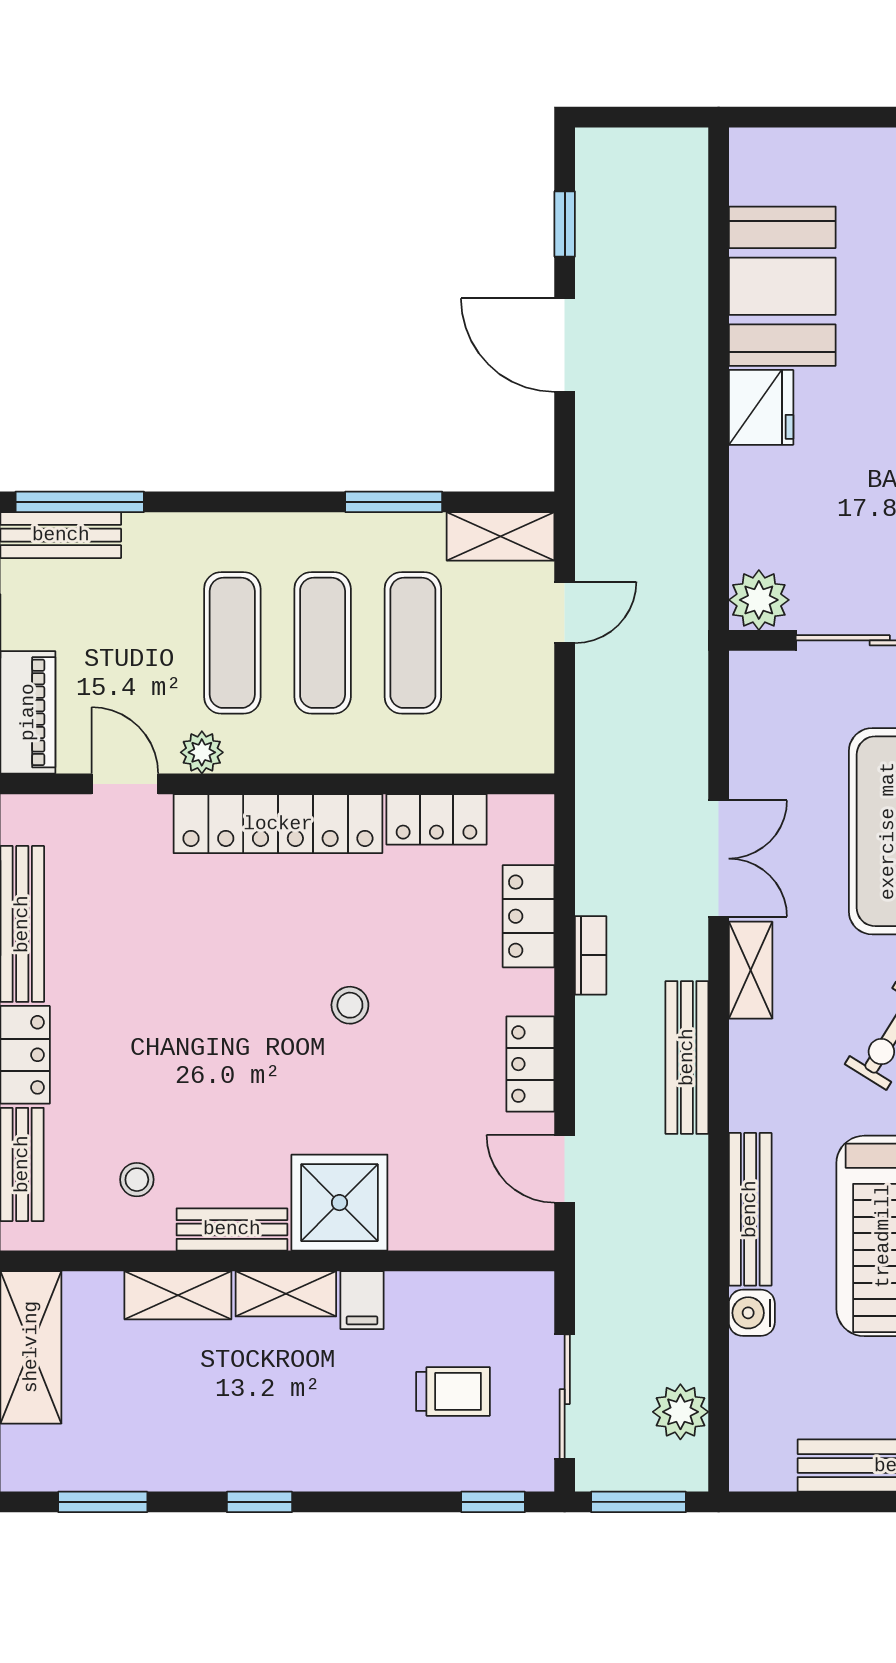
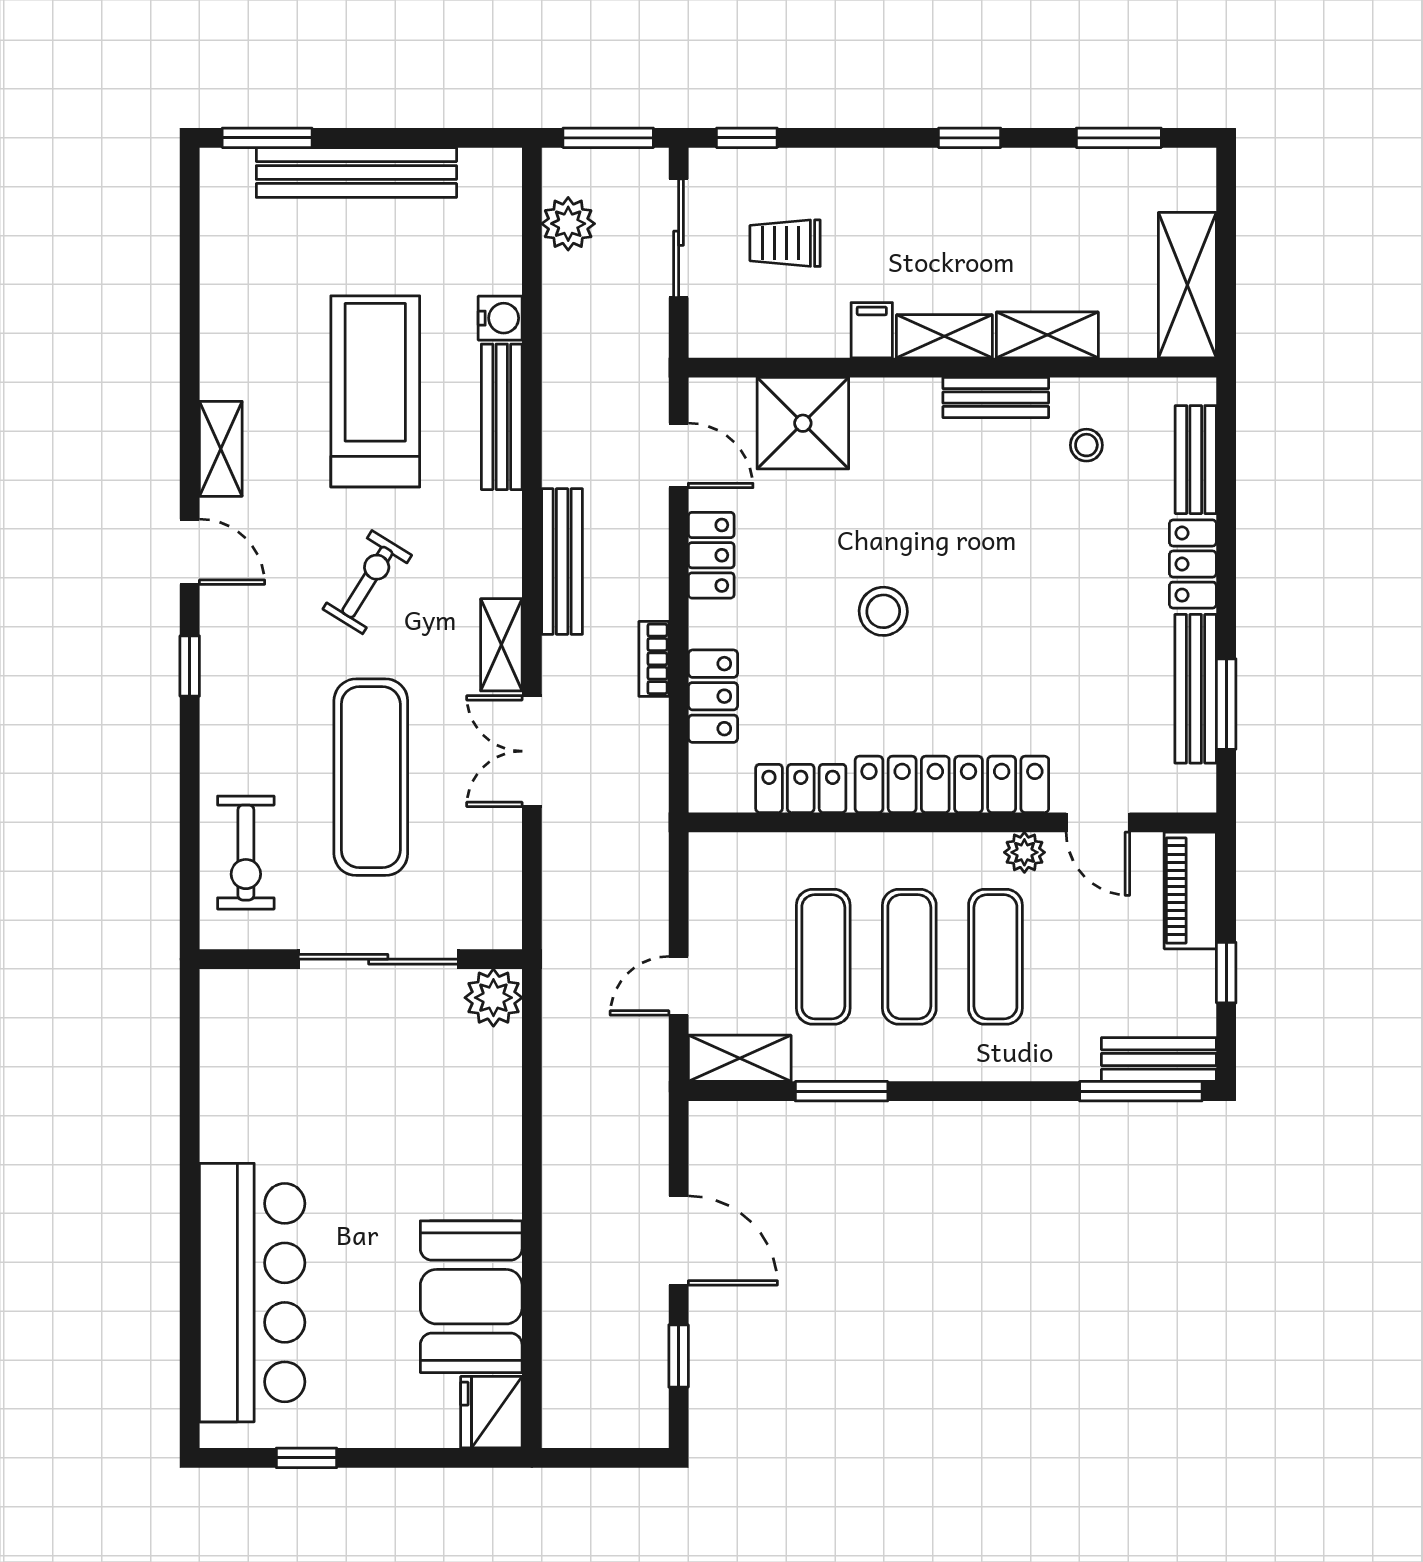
fridge: (761, 407) -> (491, 1412), moved
stool: (350, 1005) -> (883, 611), width x1.37, depth x1.37
shower: (339, 1203) -> (803, 423), moved

